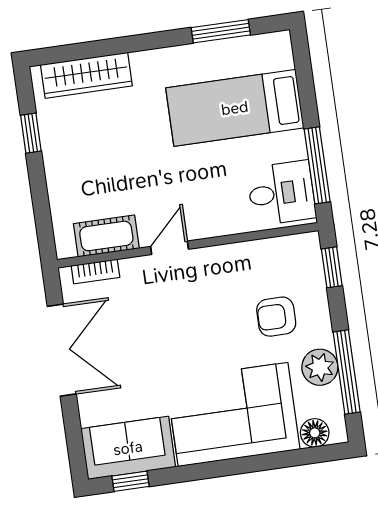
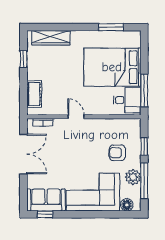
bed: (235, 108) -> (112, 67), width x1.50
cot: (106, 236) -> (34, 94), moved, turned 90
door: (170, 248) -> (76, 117), hinge flipped
window: (332, 267) -> (144, 146), moved

